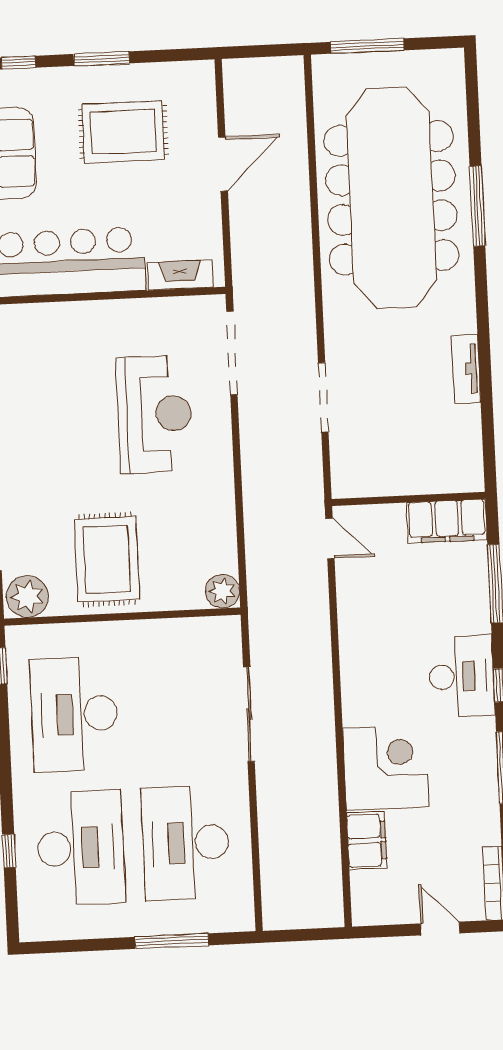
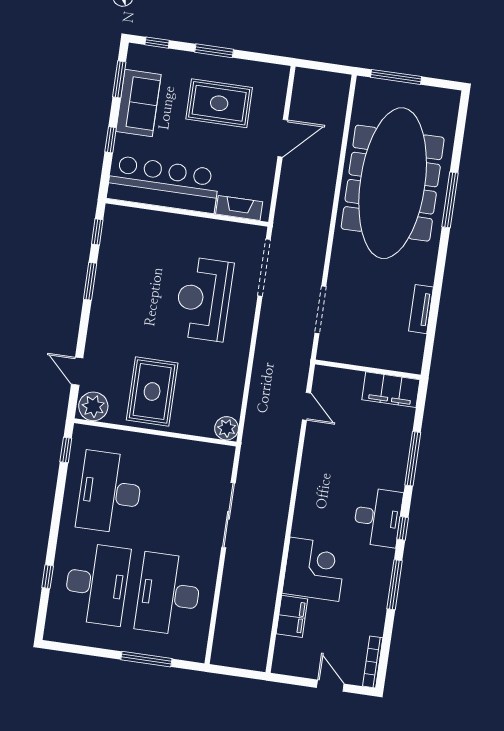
reception desk: (155, 414) -> (204, 299), turned 180
wall: (408, 499) -> (368, 370), moved
filing cabinet: (447, 521) -> (391, 390), moved

